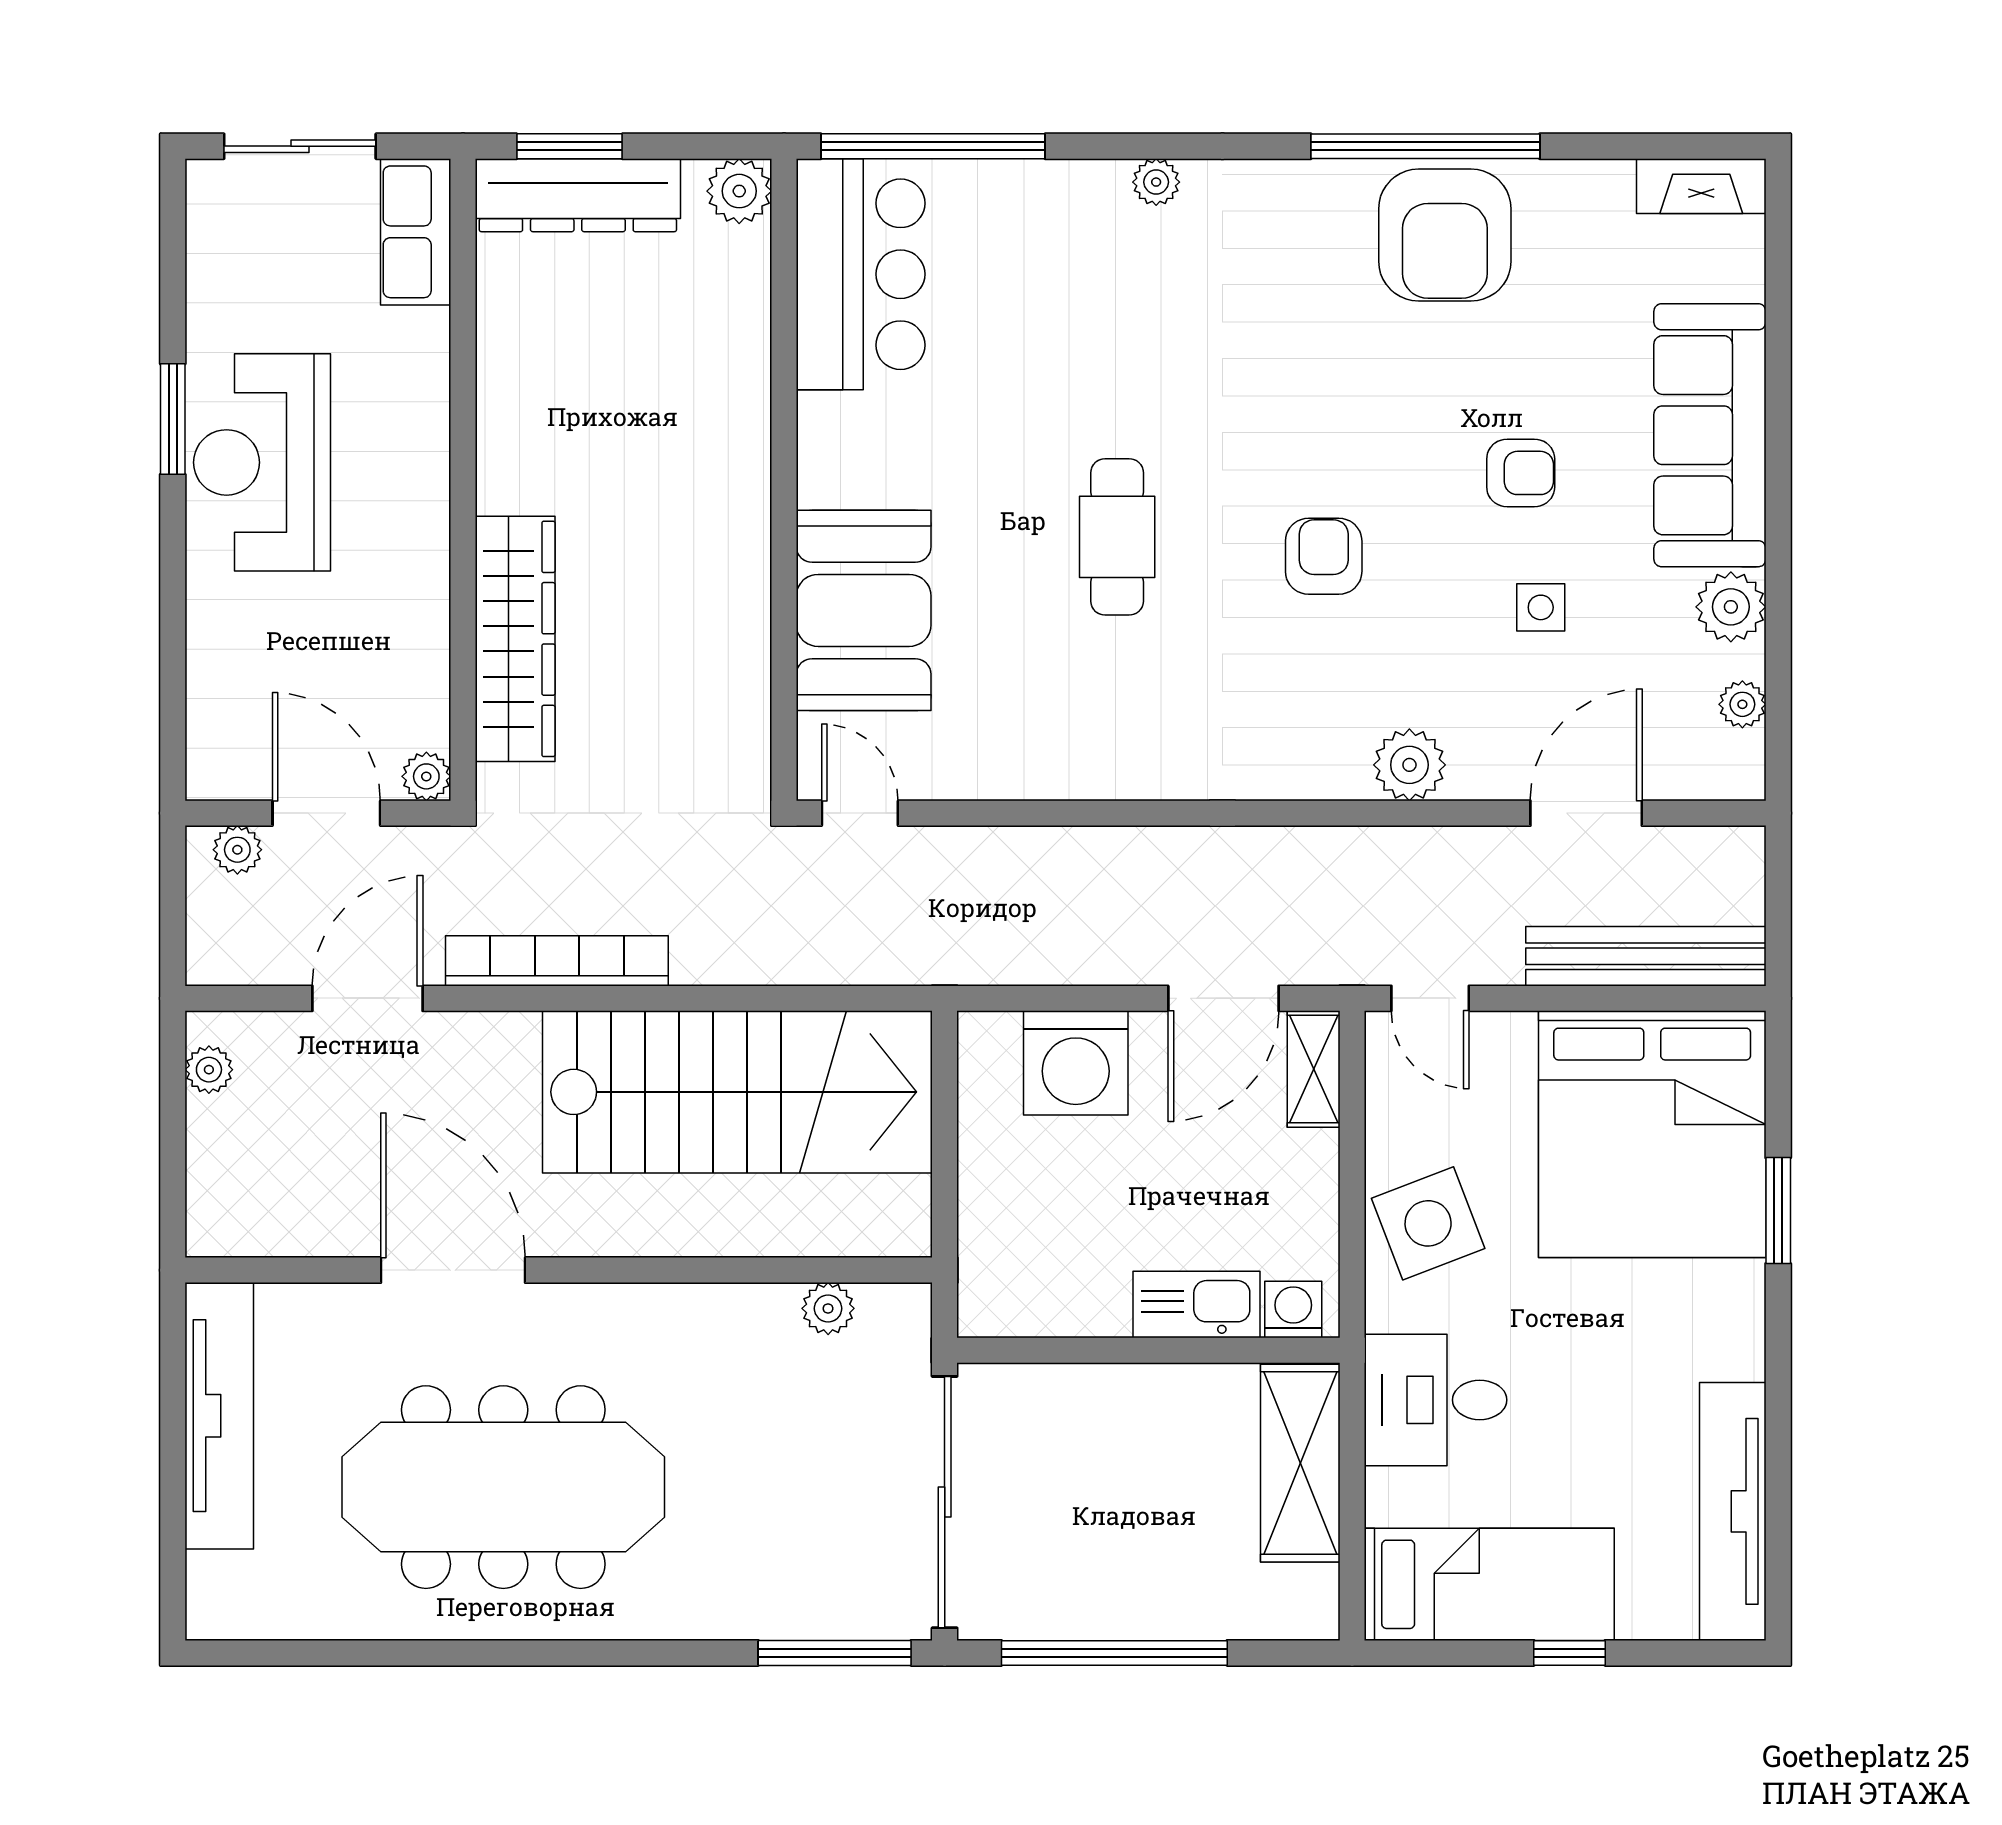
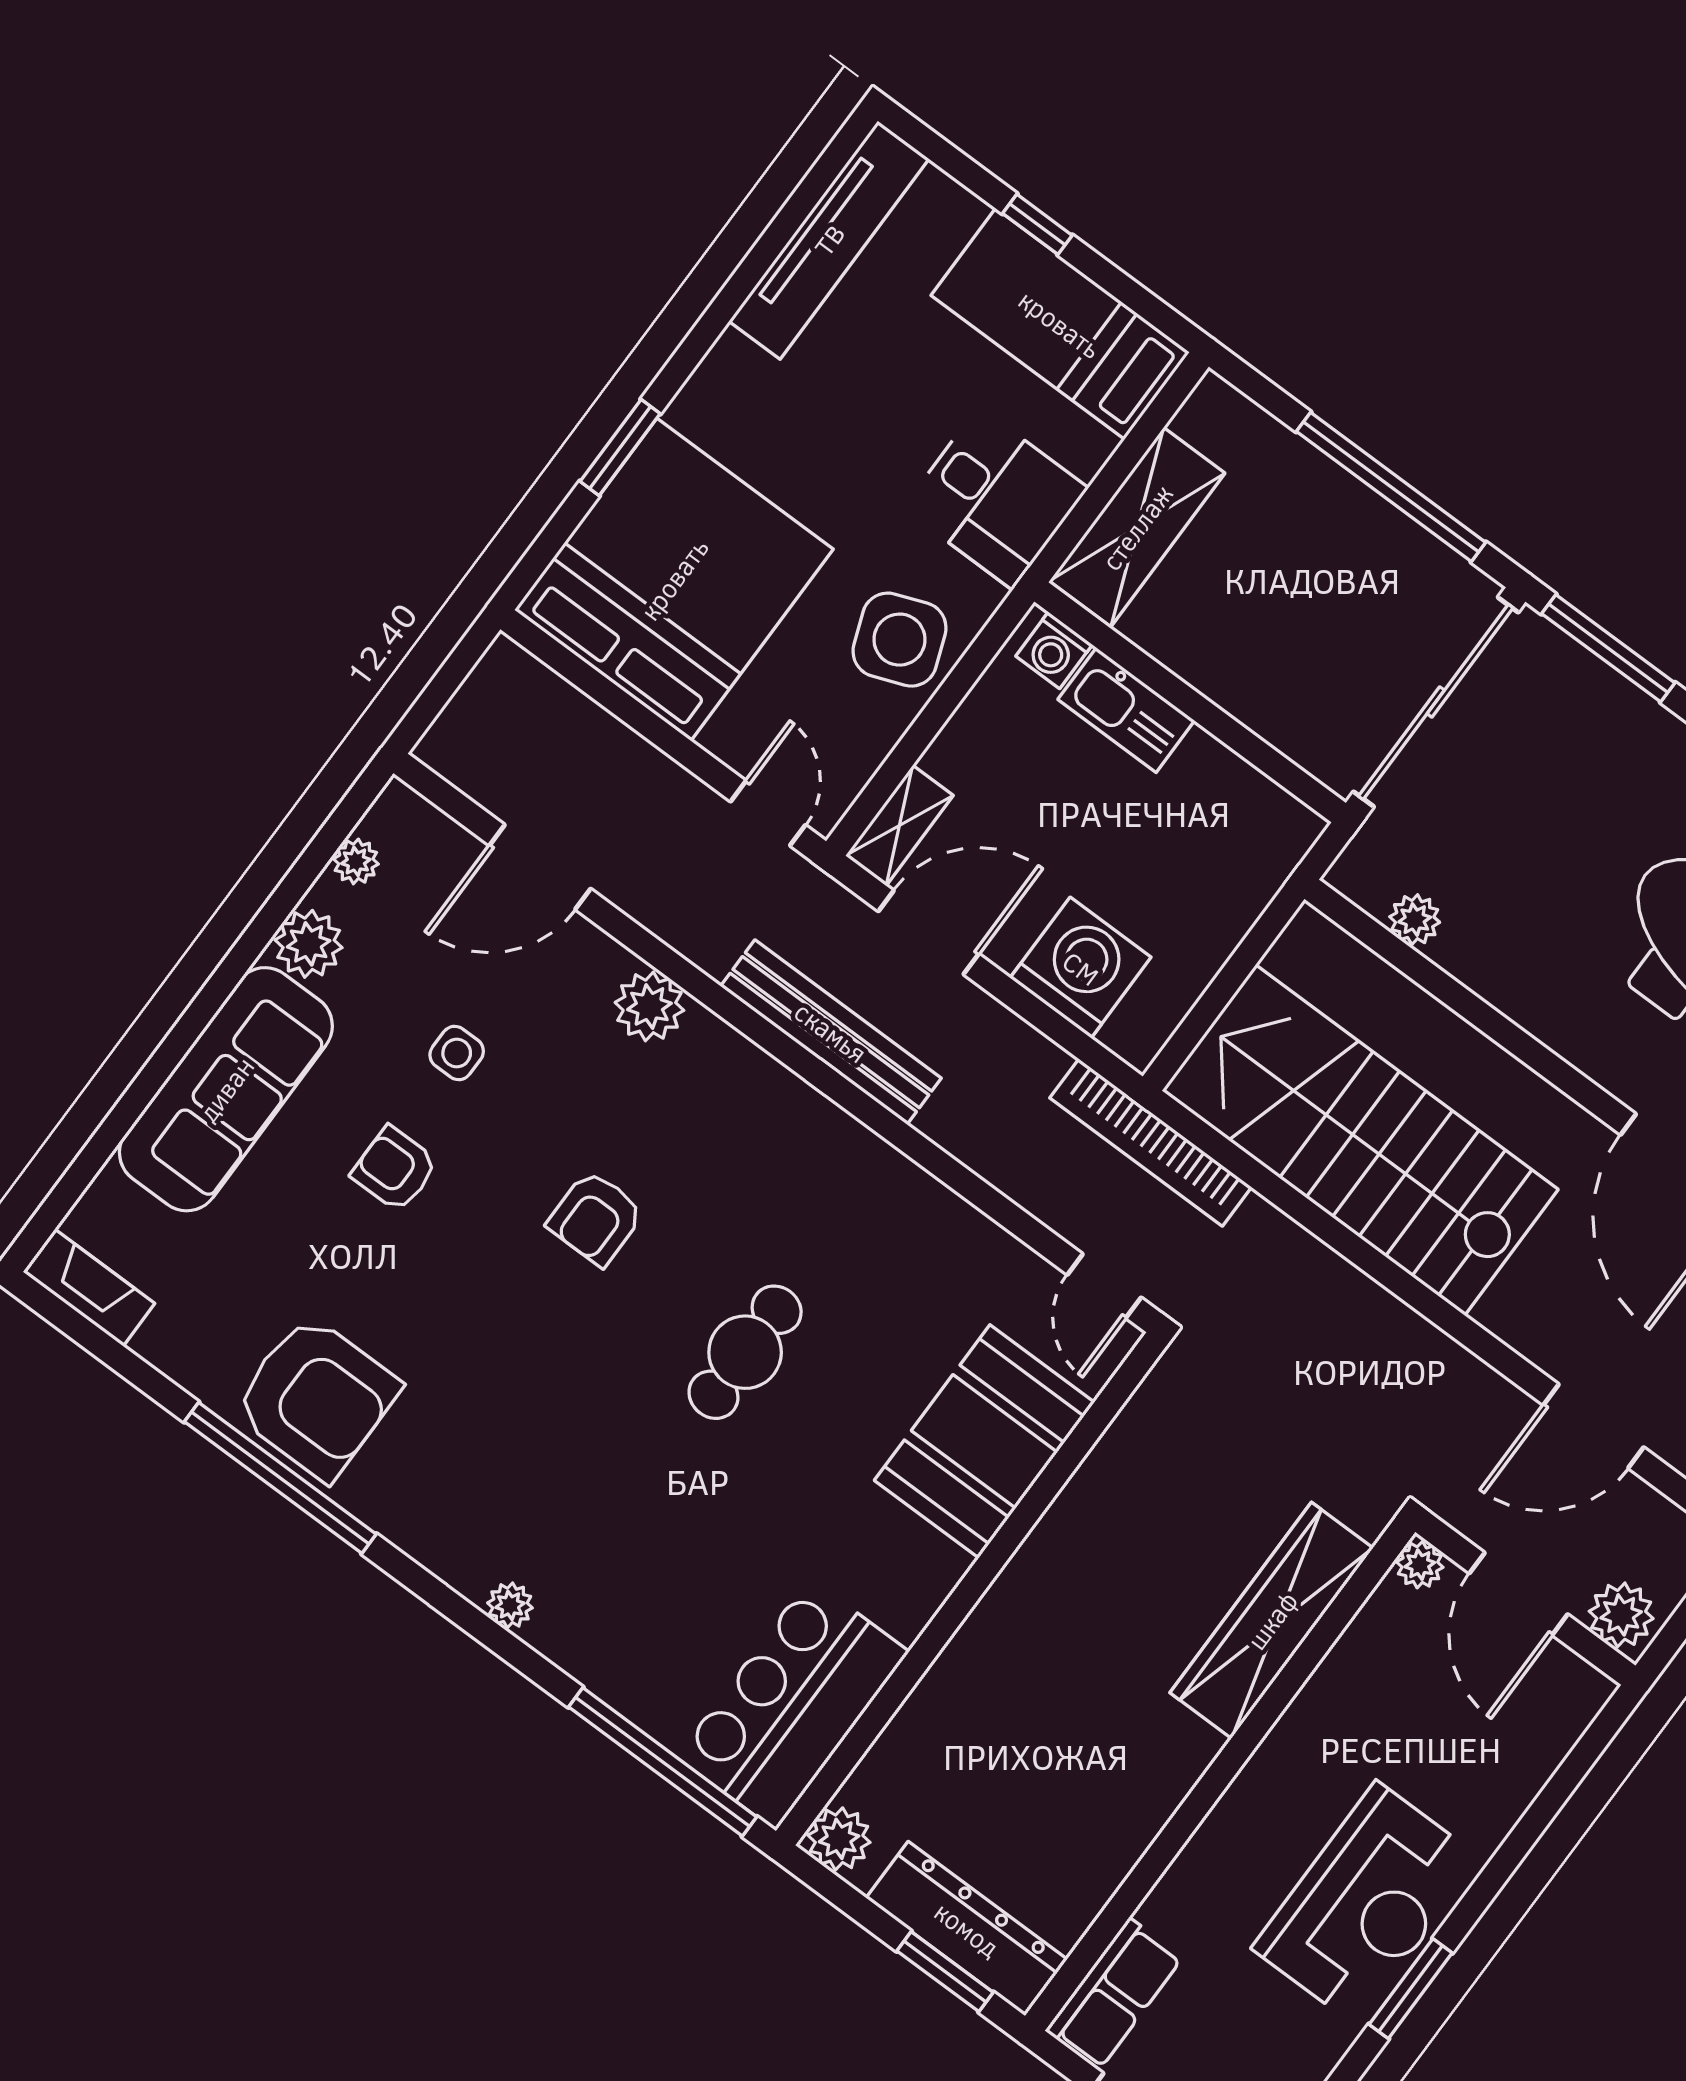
armchair: (1445, 235) -> (316, 1398), turned 90
plant: (237, 850) -> (1621, 1615), width x1.38, depth x1.38
bench: (1646, 956) -> (831, 1032), moved
bookcase: (557, 961) -> (1151, 1143), moved

